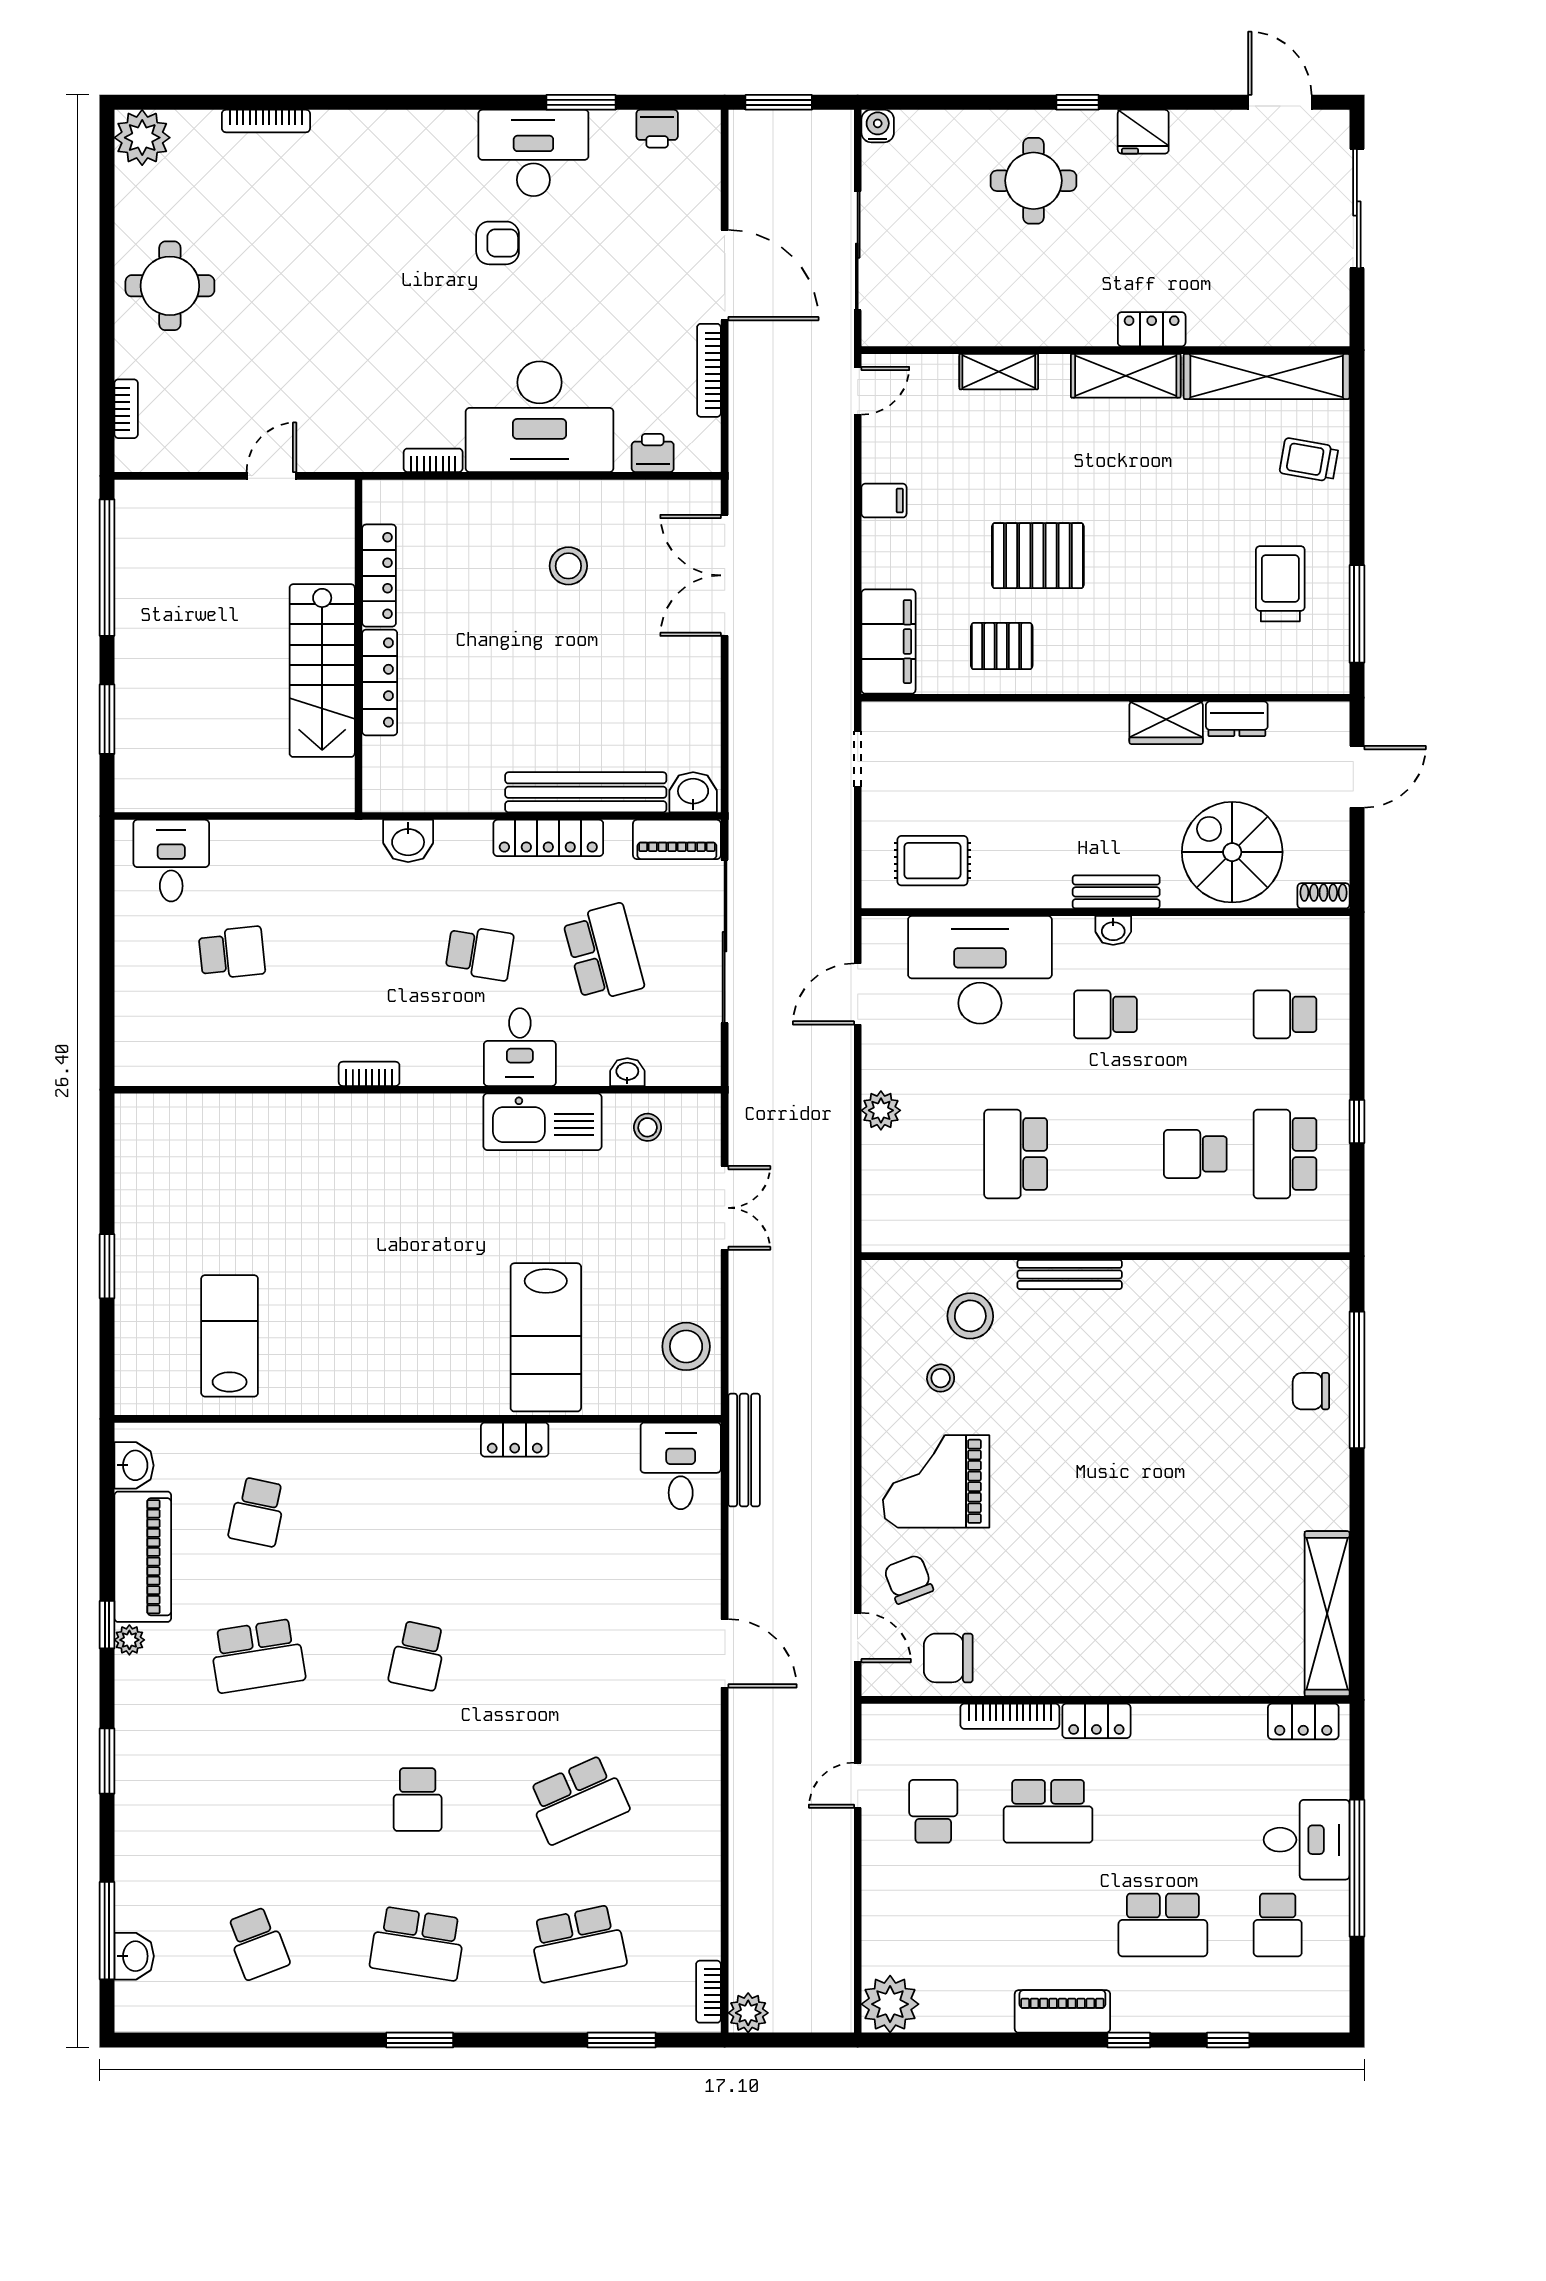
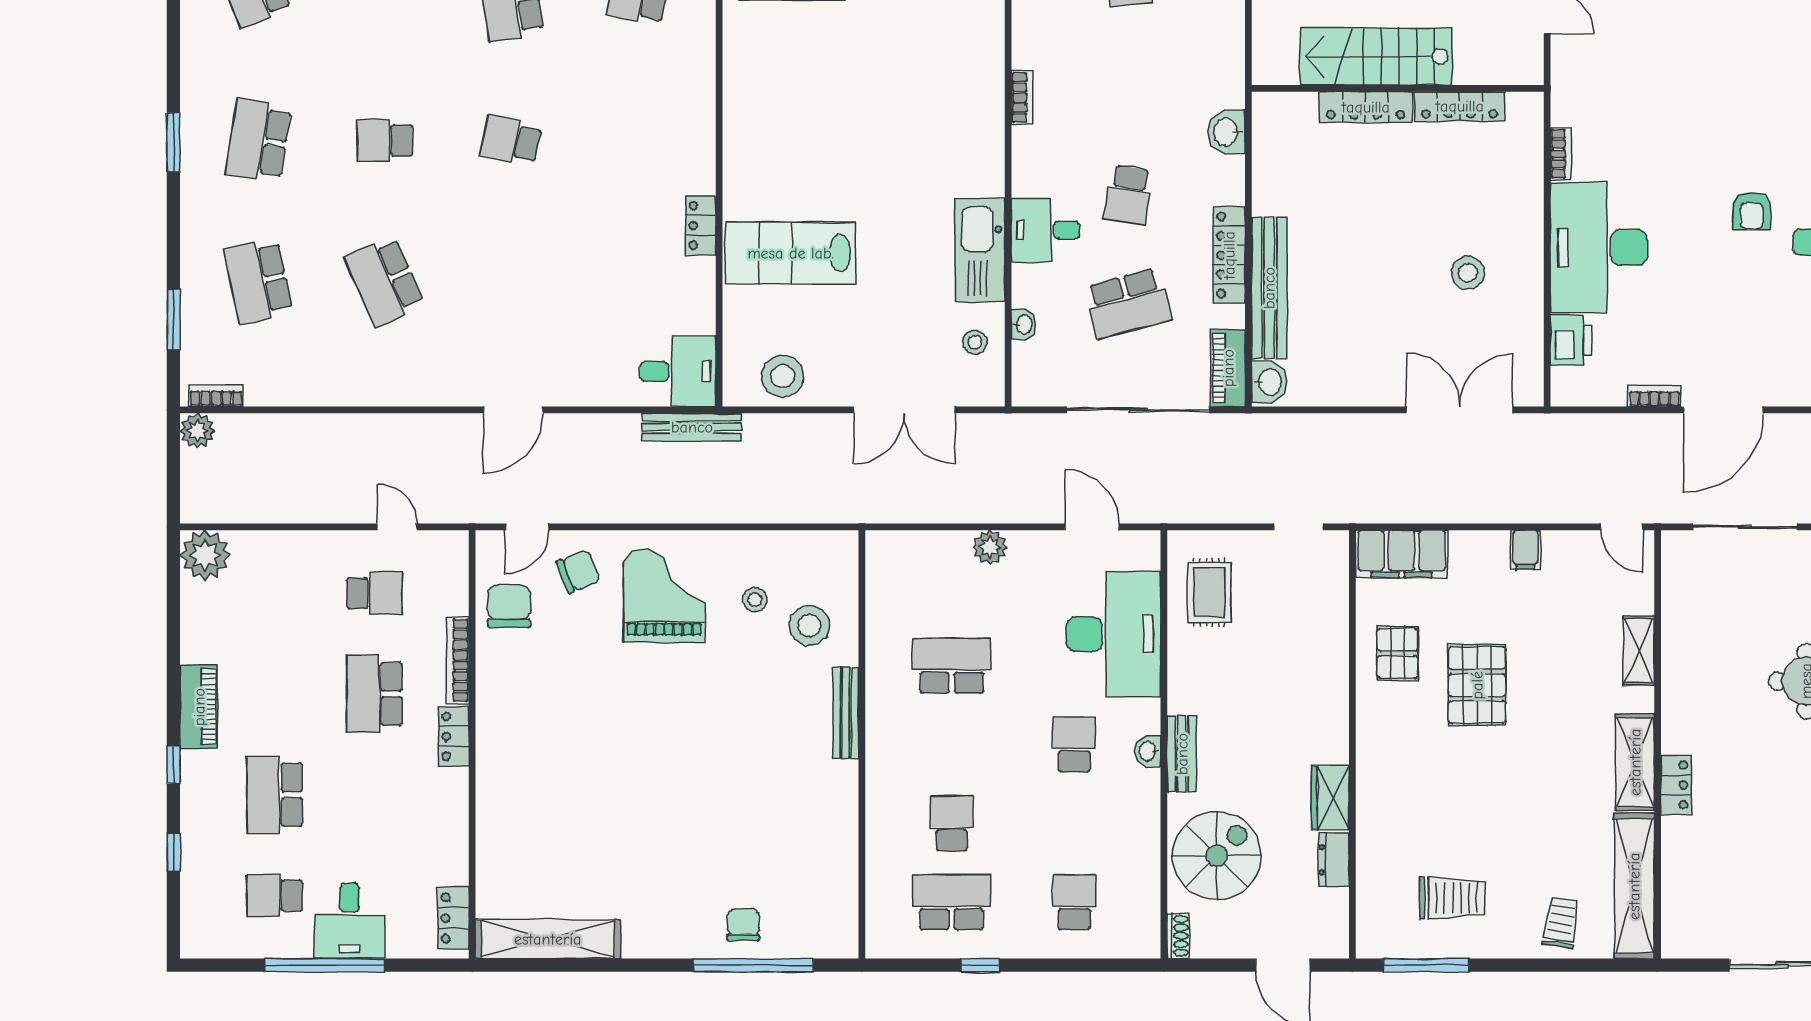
bookcase: (709, 370) -> (1654, 396), width x0.64
printer: (653, 453) -> (1571, 340), width x1.36, depth x1.24
double door: (725, 1208) -> (904, 410), width x1.37

